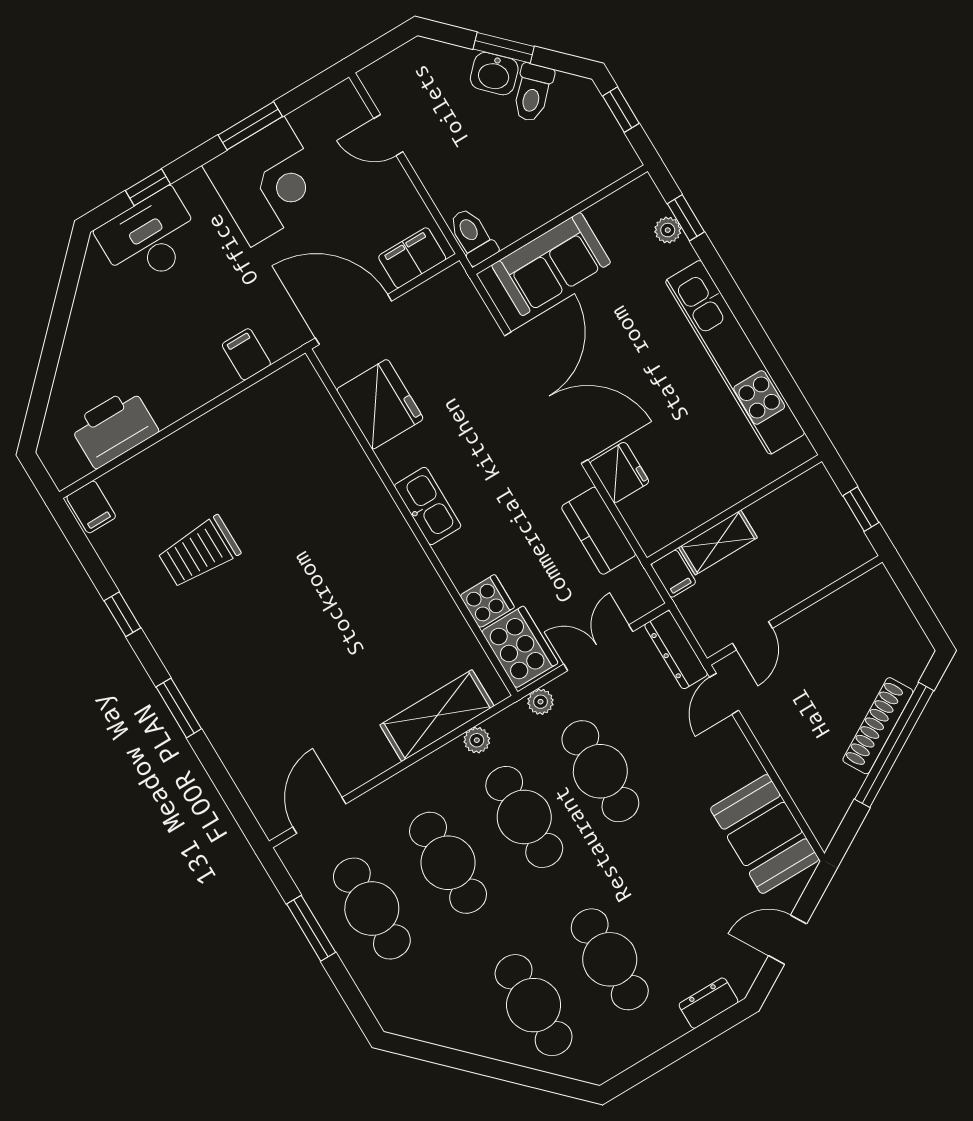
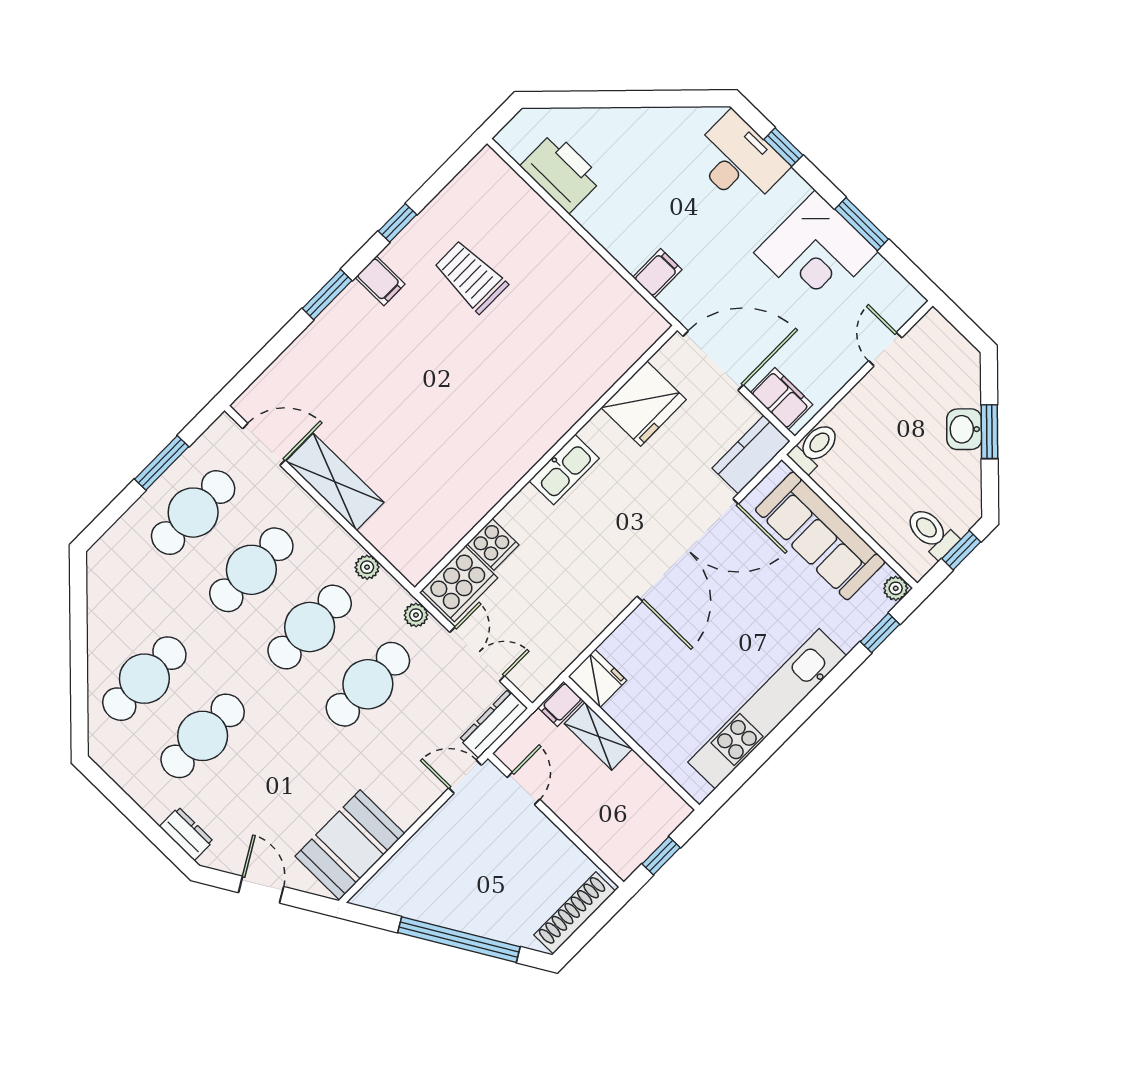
toilet: (533, 93) -> (932, 533), moved, turned 45
plant: (668, 230) -> (896, 588), moved
sofa: (551, 264) -> (820, 536), width x1.36
door: (354, 319) -> (713, 361), hinge flipped
fridge: (619, 472) -> (597, 678), moved, turned -90
filing cabinet: (91, 507) -> (380, 281), moved, turned -90
kitchen counter: (599, 531) -> (751, 455), moved
door: (752, 636) -> (523, 788), swing flipped
shelving: (437, 716) -> (335, 482), moved
shoe rack: (878, 726) -> (575, 913), moved, turned -60

